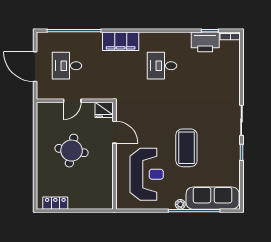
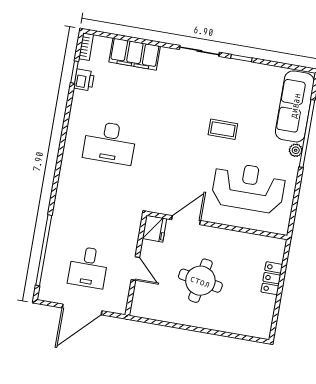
filing cabinet: (121, 41) -> (135, 54), moved, turned 90
printer: (205, 42) -> (84, 80), width x0.53, depth x0.68
desk: (162, 66) -> (110, 143), width x1.37
coffee table: (186, 148) -> (223, 129), width x0.54, depth x0.58
locker: (55, 203) -> (272, 278), moved

